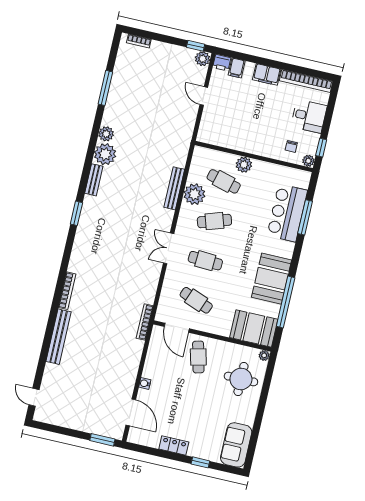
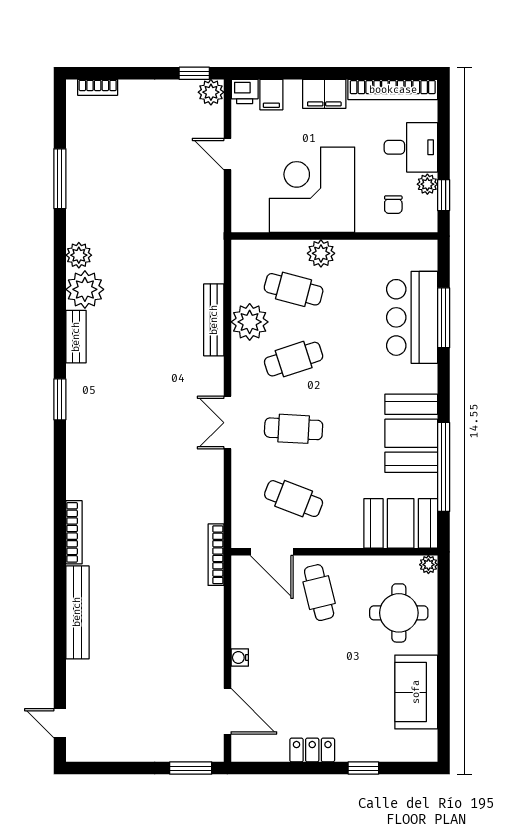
corner desk: (247, 127) -> (312, 190), added
plant: (308, 161) -> (427, 184), moved
sofa: (236, 445) -> (416, 692), moved

